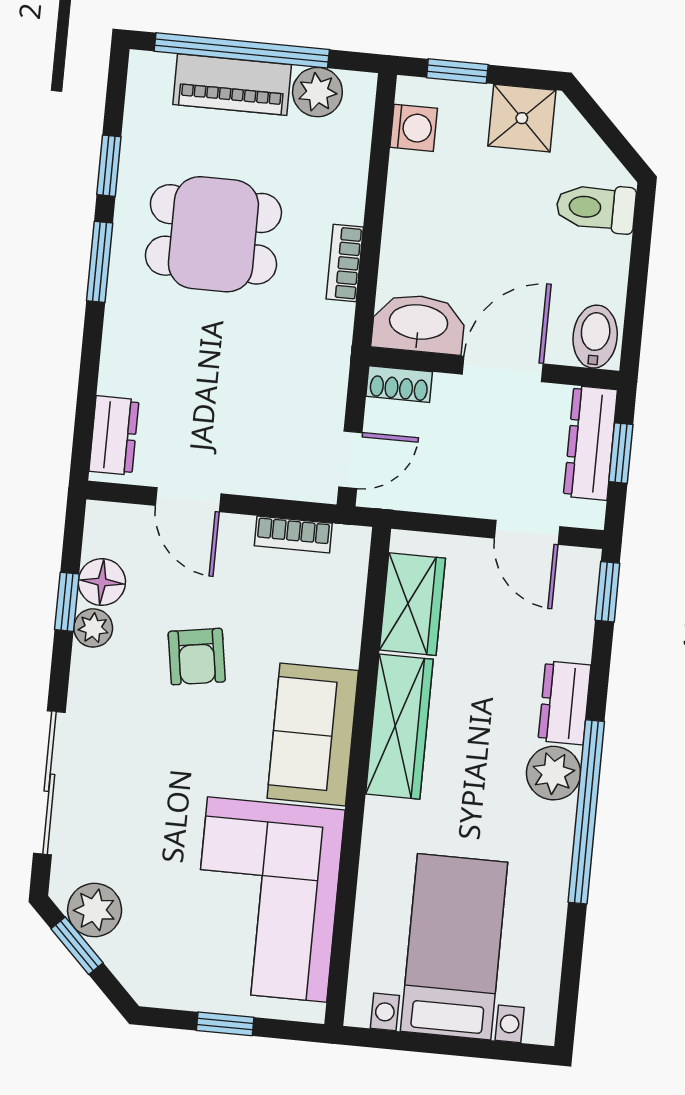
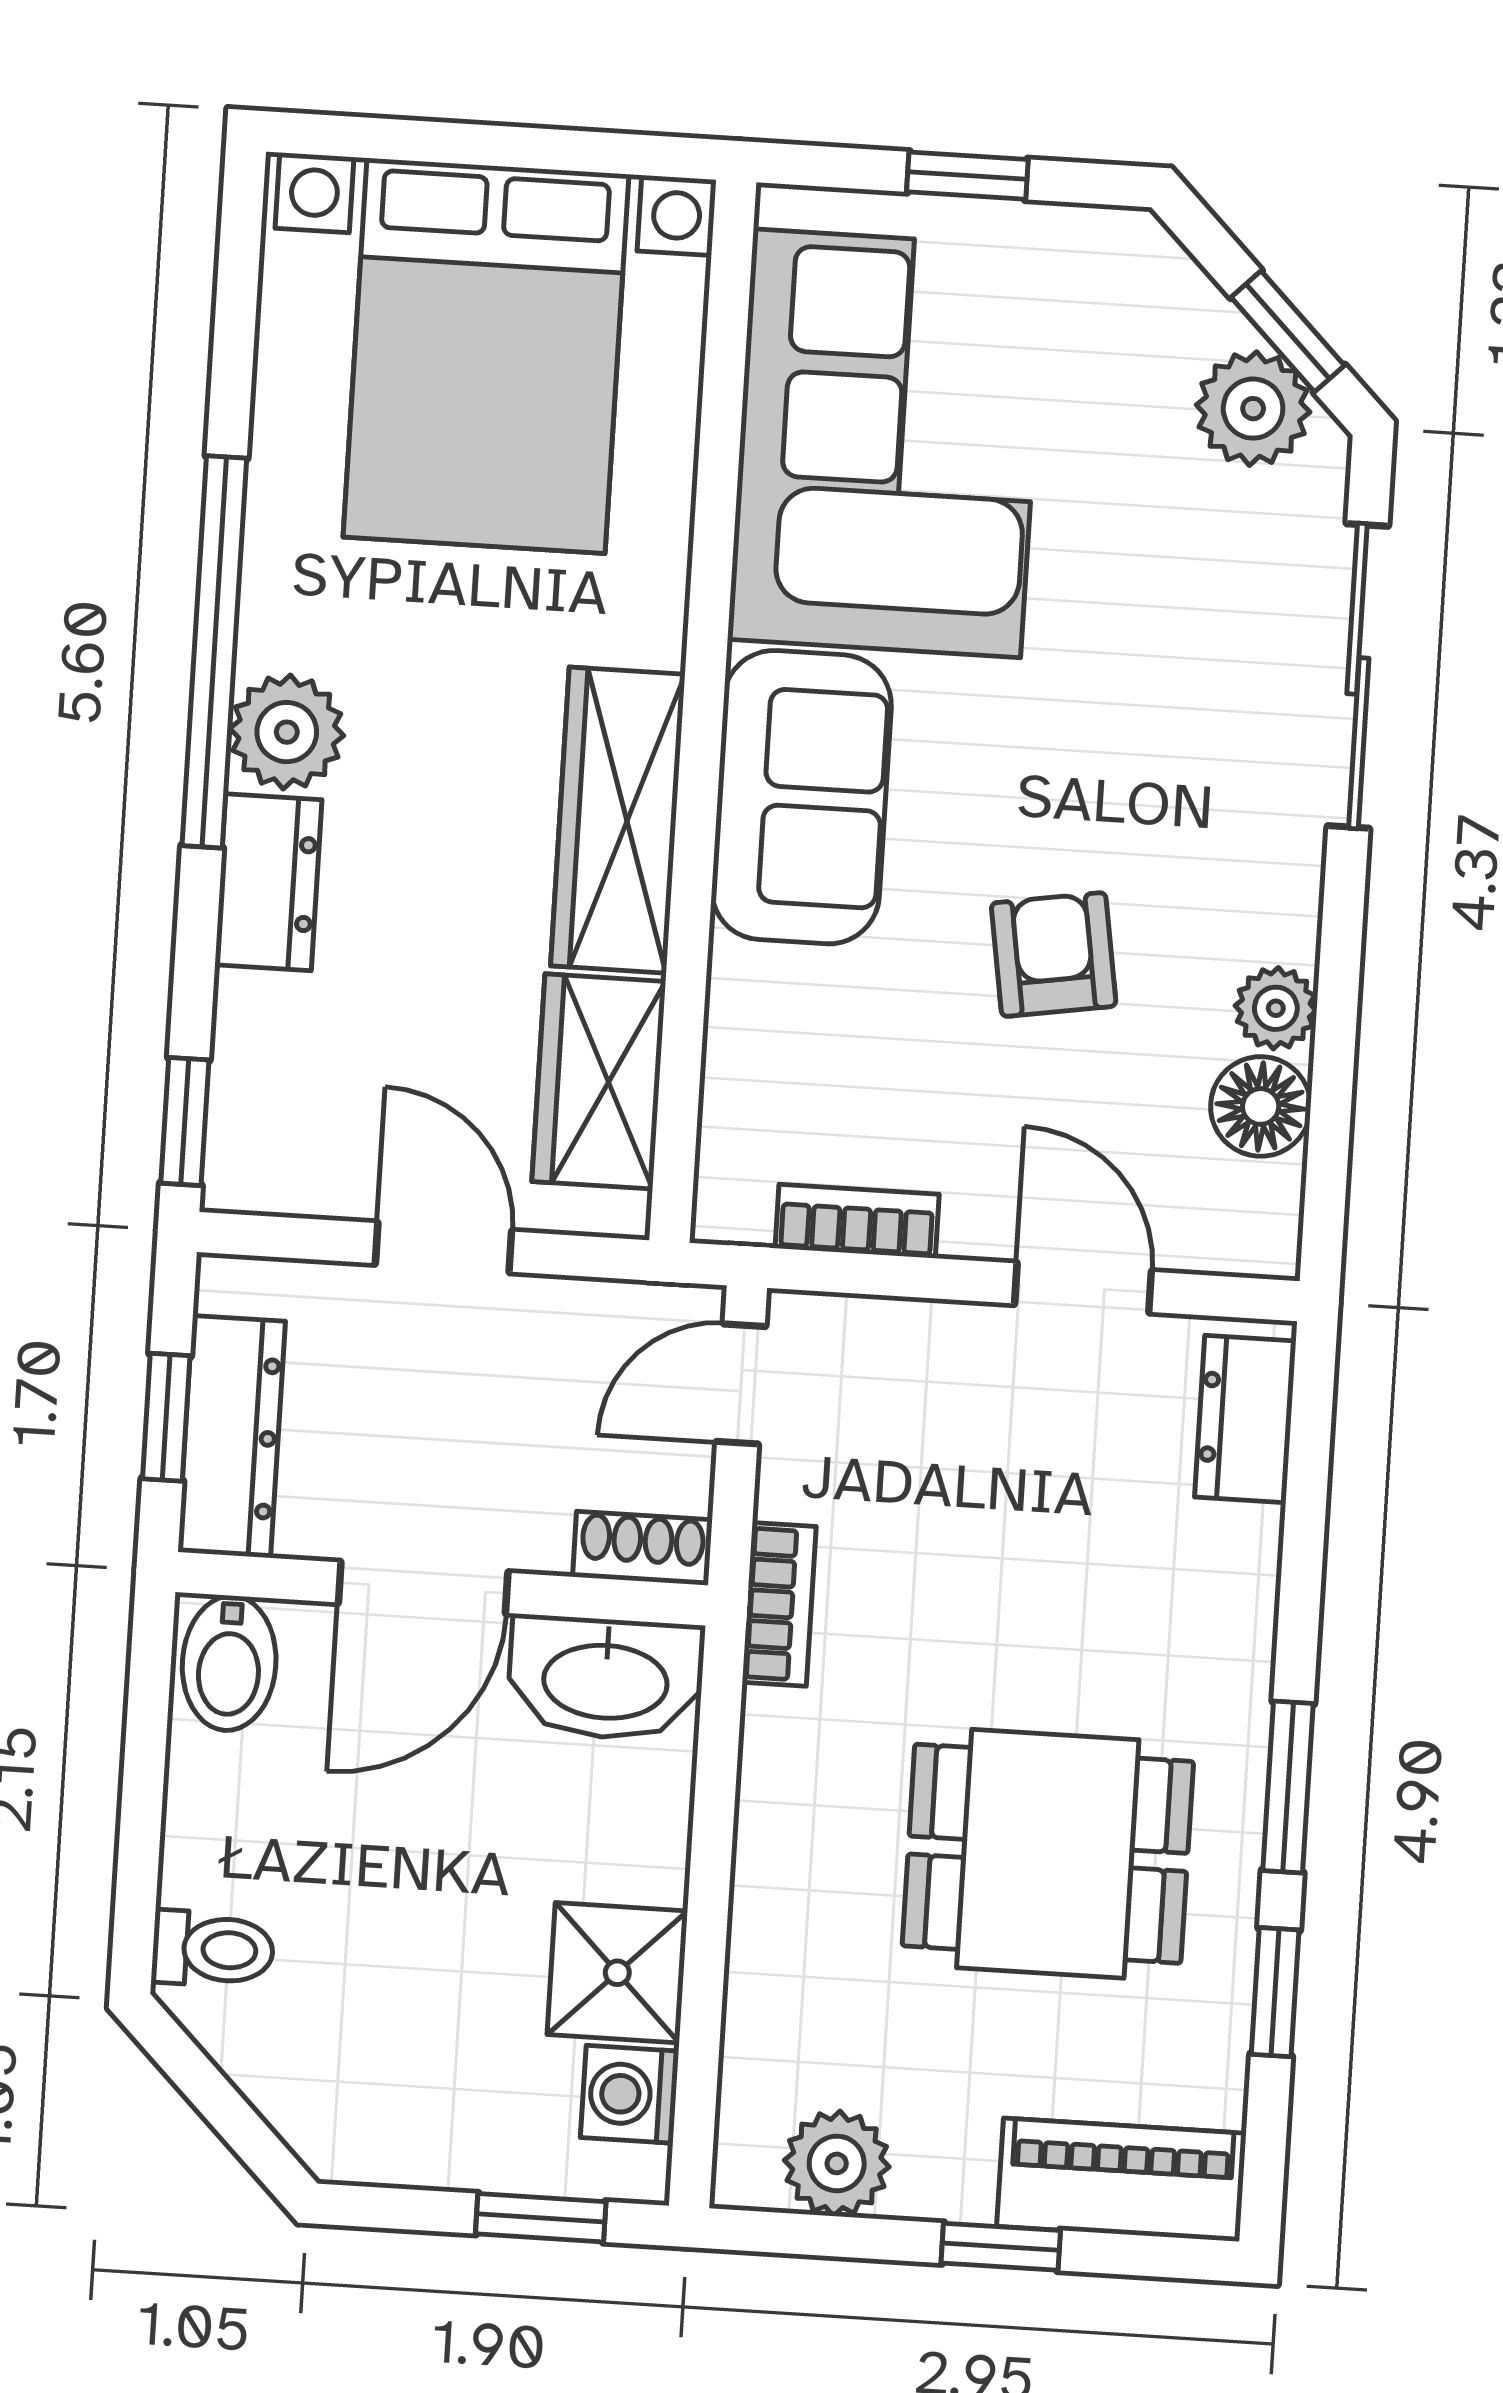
window: (242, 50) -> (1001, 2247), width x0.32
piano: (232, 85) -> (1121, 2180), moved
shower: (522, 118) -> (617, 1973), moved
toilet: (596, 208) -> (213, 1949), width x0.73, depth x0.72
bookcase: (345, 263) -> (779, 1604), moved
door: (527, 532) -> (443, 1247), moved
window: (67, 602) -> (1334, 1062), removed
bed with nightstands: (454, 947) -> (486, 356), width x1.36

